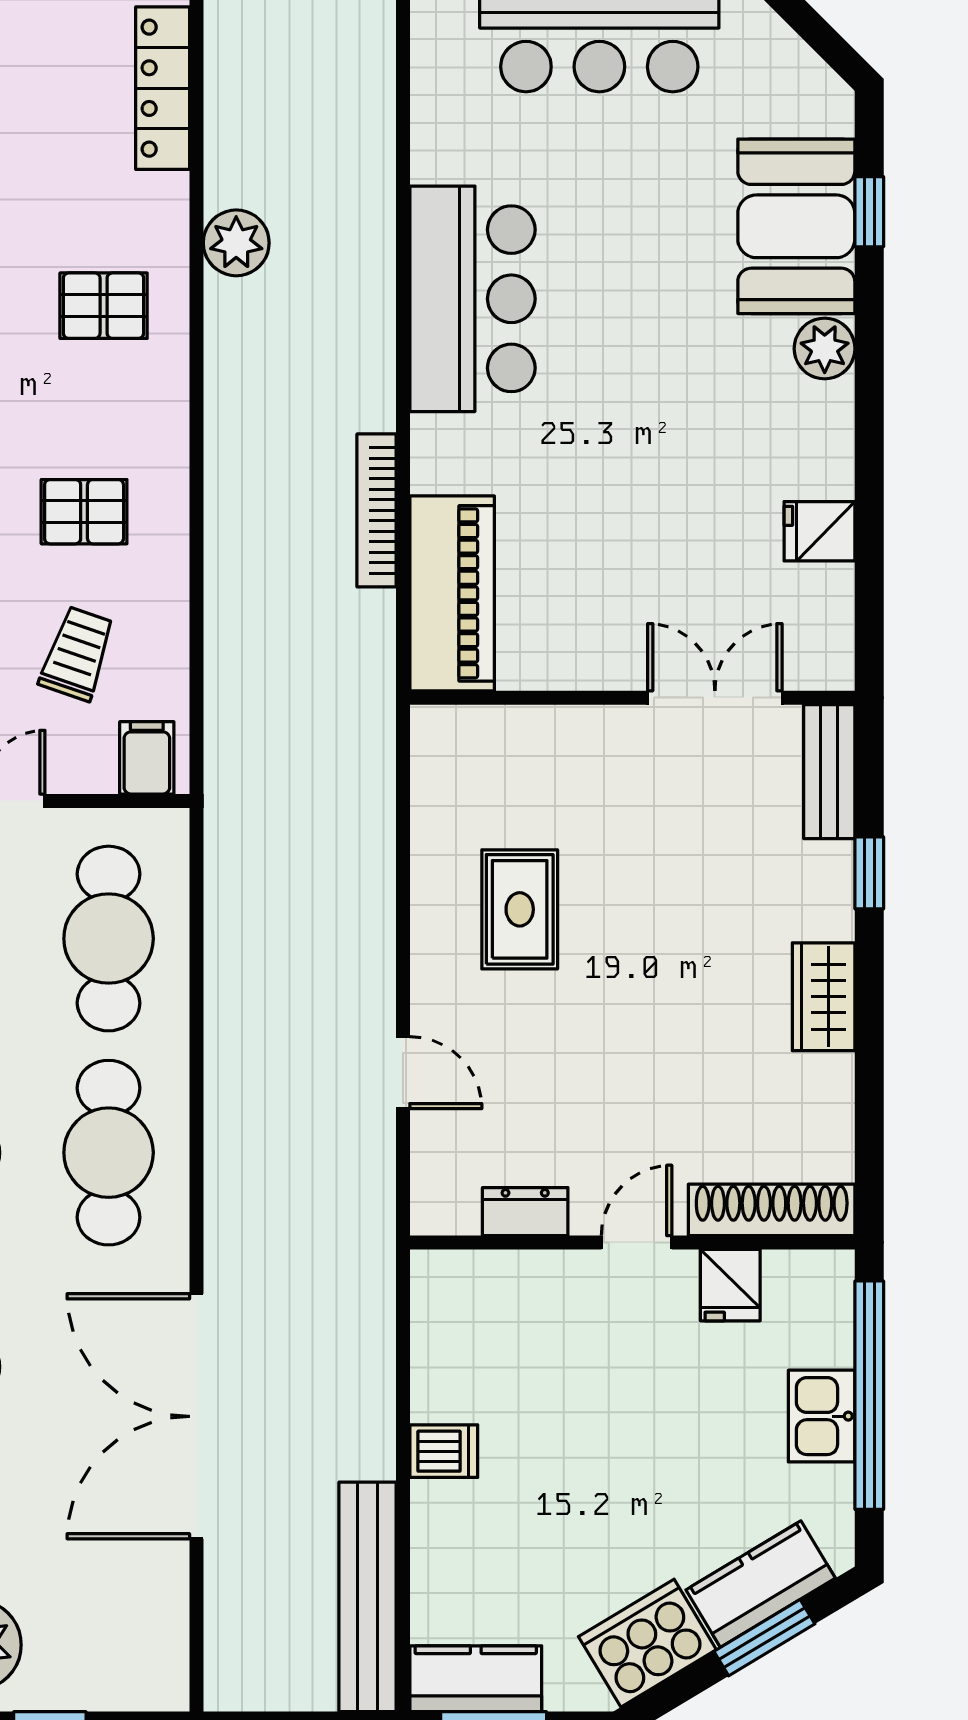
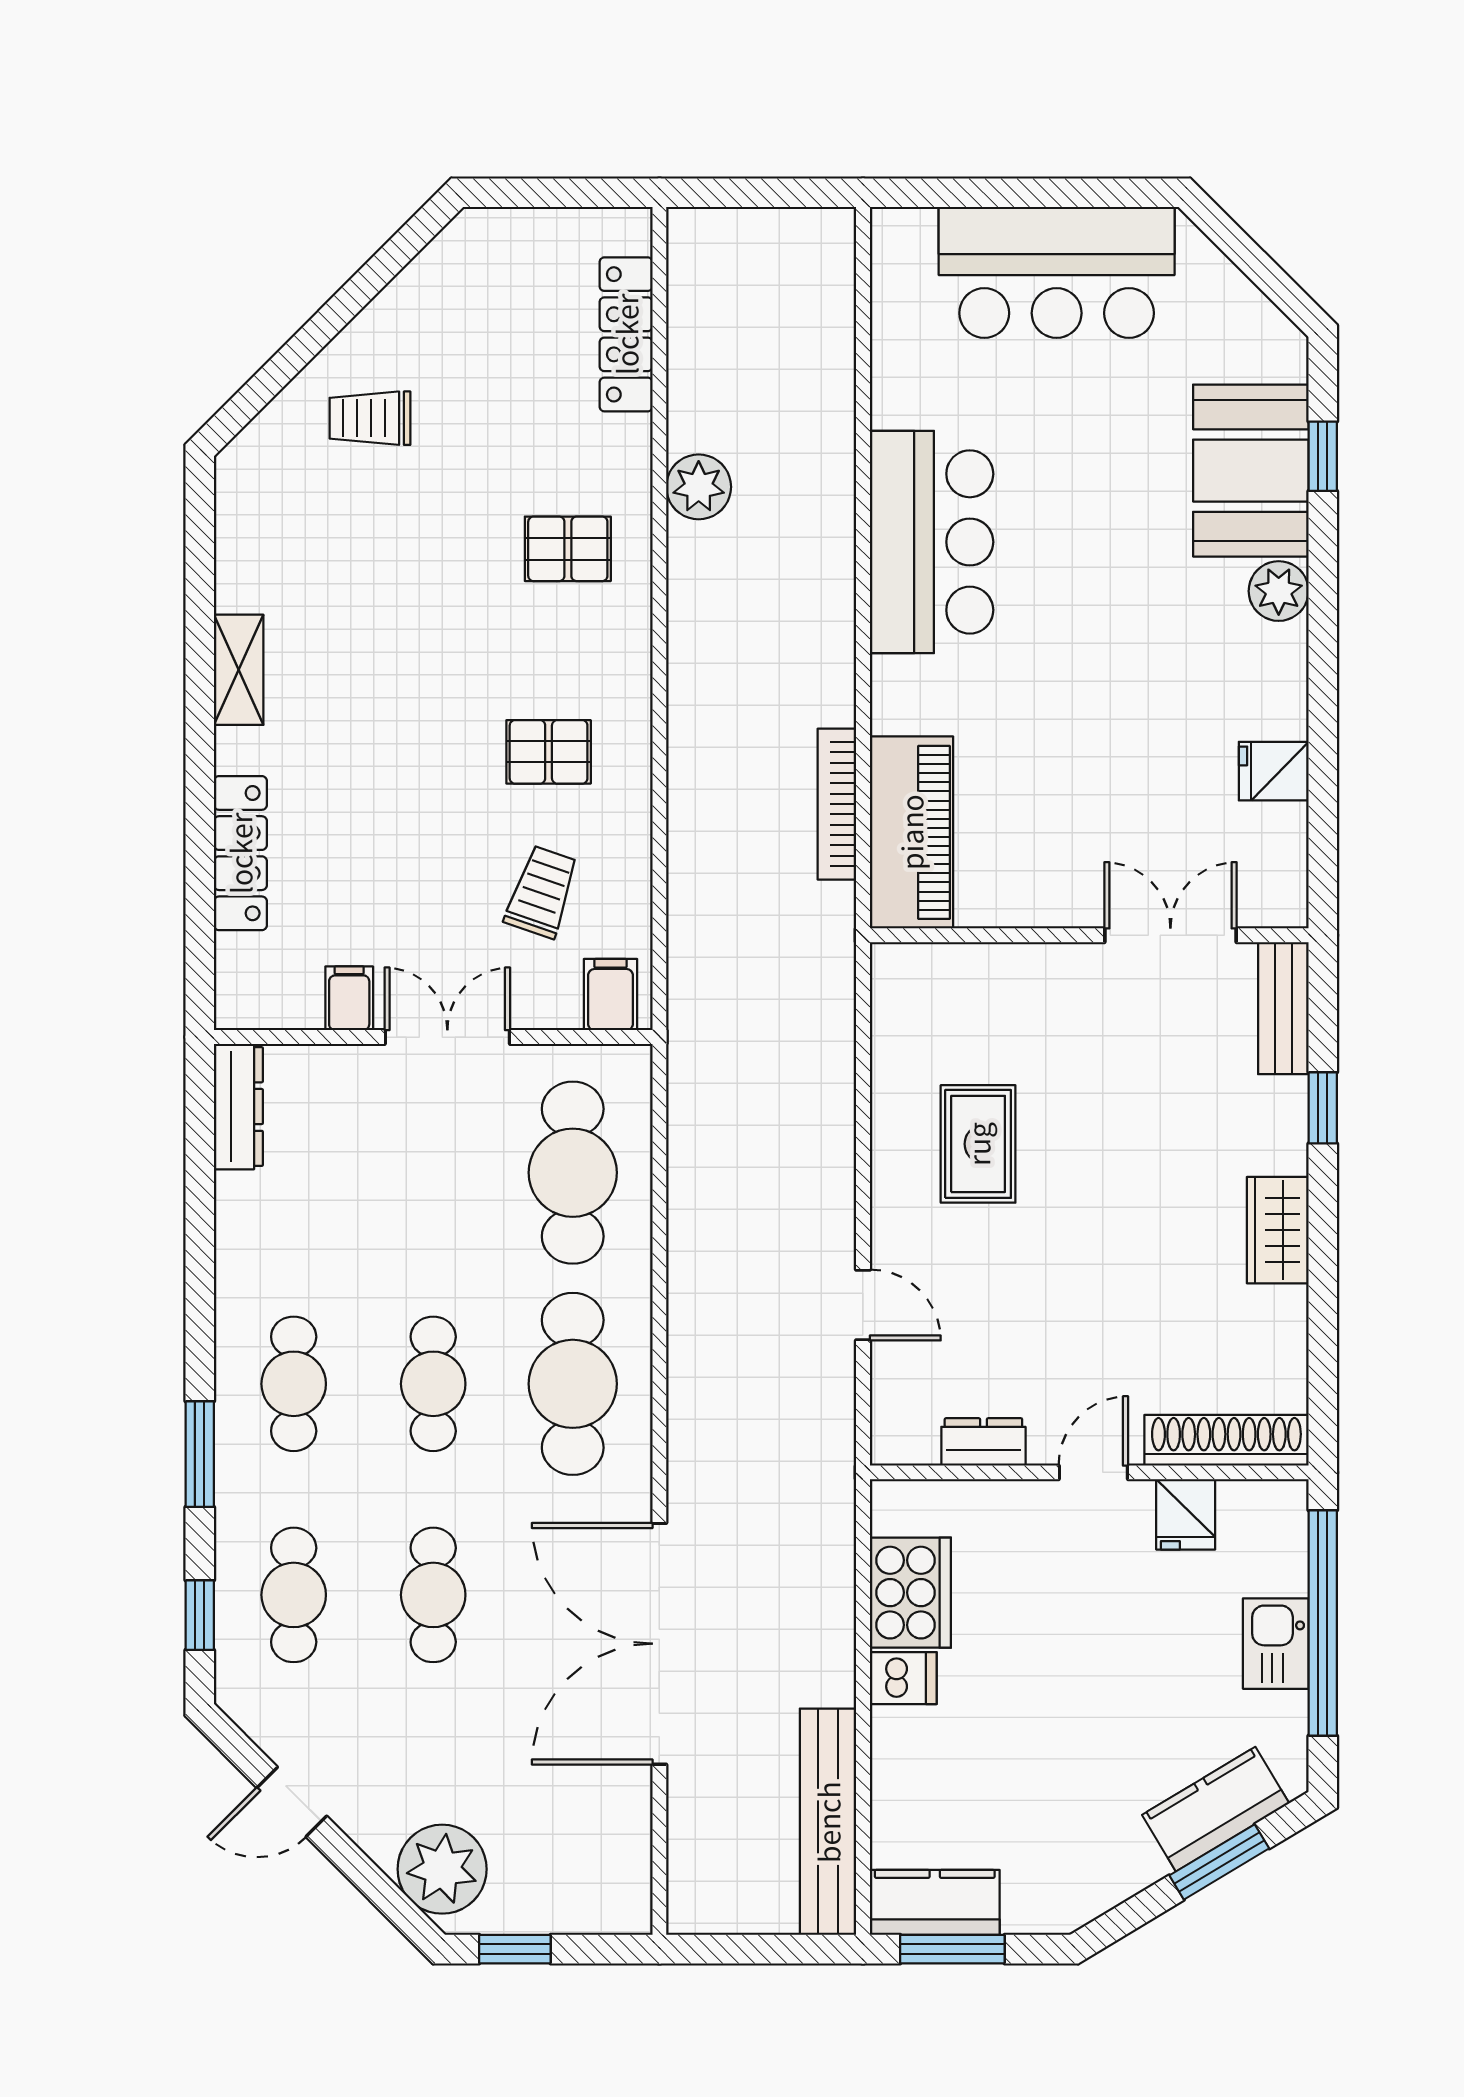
bookcase: (376, 510) -> (837, 804), moved
cooker: (647, 1643) -> (910, 1593), moved, turned 121

